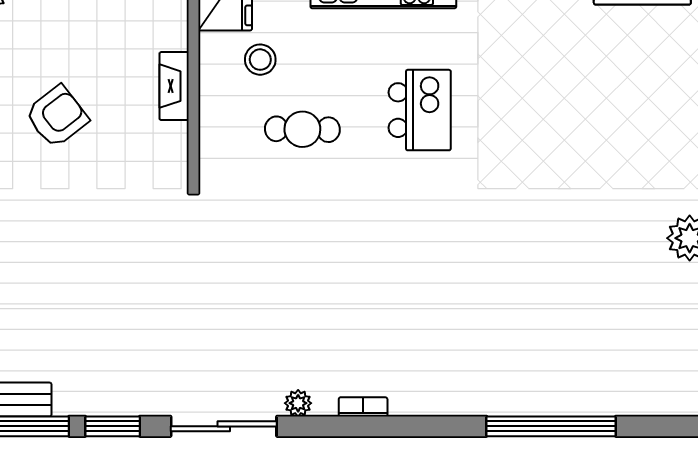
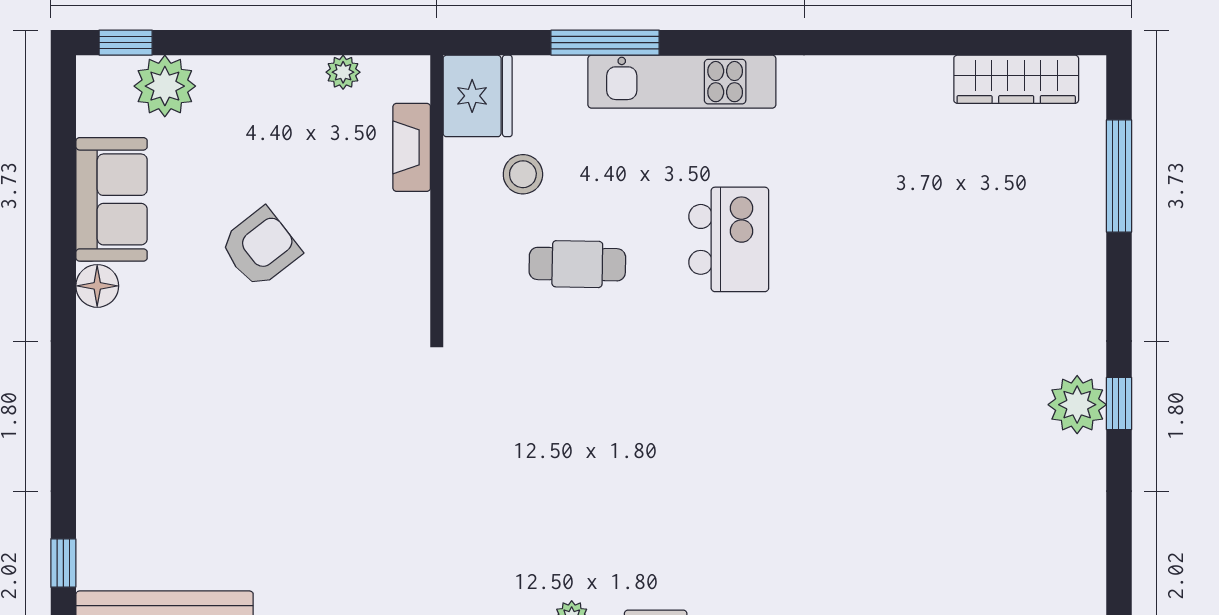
fireplace: (174, 86) -> (412, 147), moved

